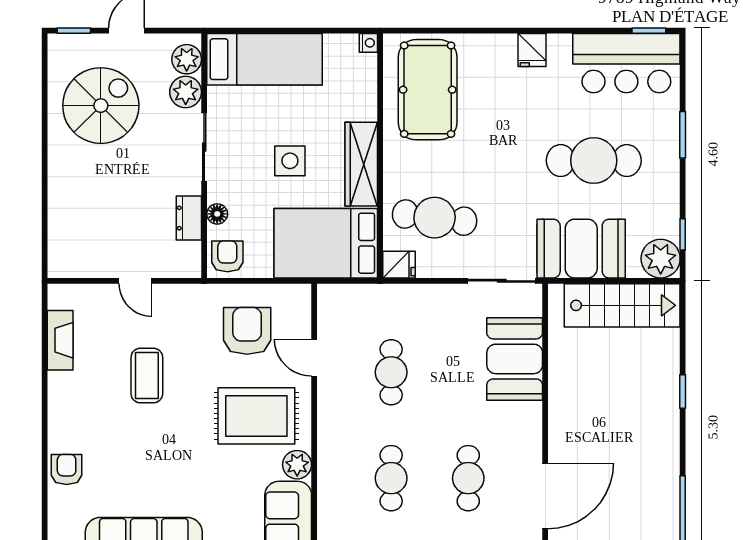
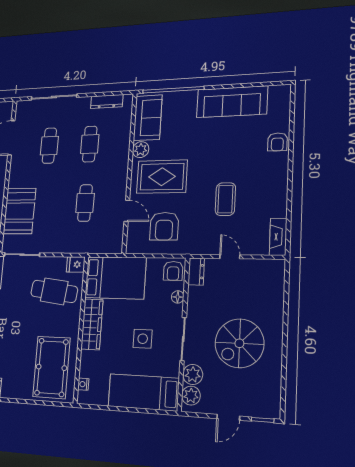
nightstand: (368, 43) -> (83, 384), moved
spiral stairs: (101, 106) -> (239, 343), moved
side table: (290, 161) -> (143, 339), moved
dresser: (189, 218) -> (196, 272), moved
fireplace: (60, 340) -> (278, 237), moved

